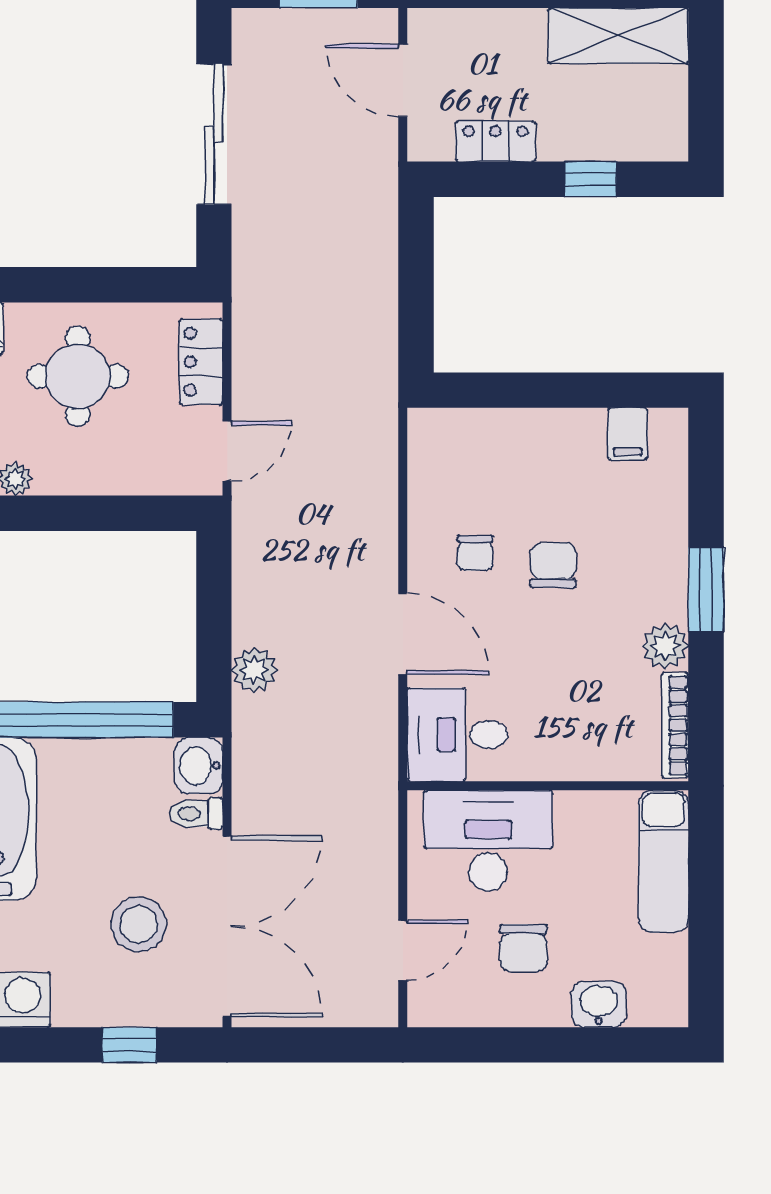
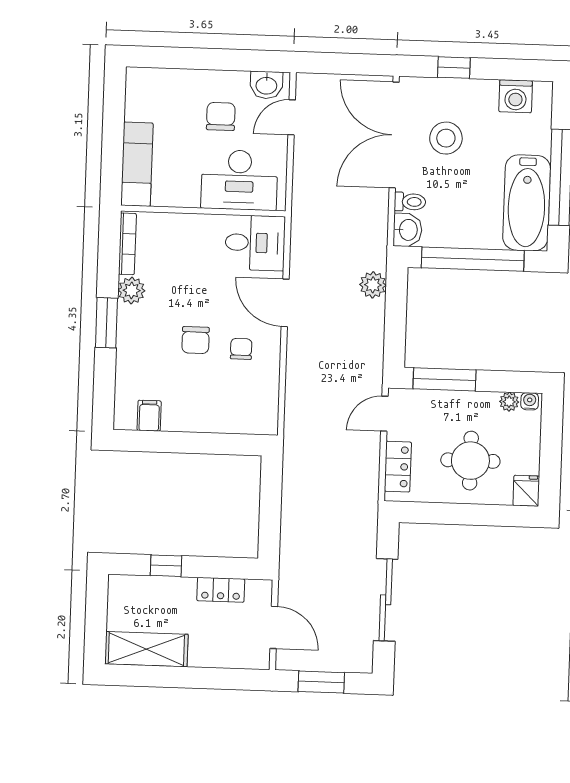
window: (127, 513) -> (445, 379), added
washbasin: (599, 1004) -> (266, 85), moved

